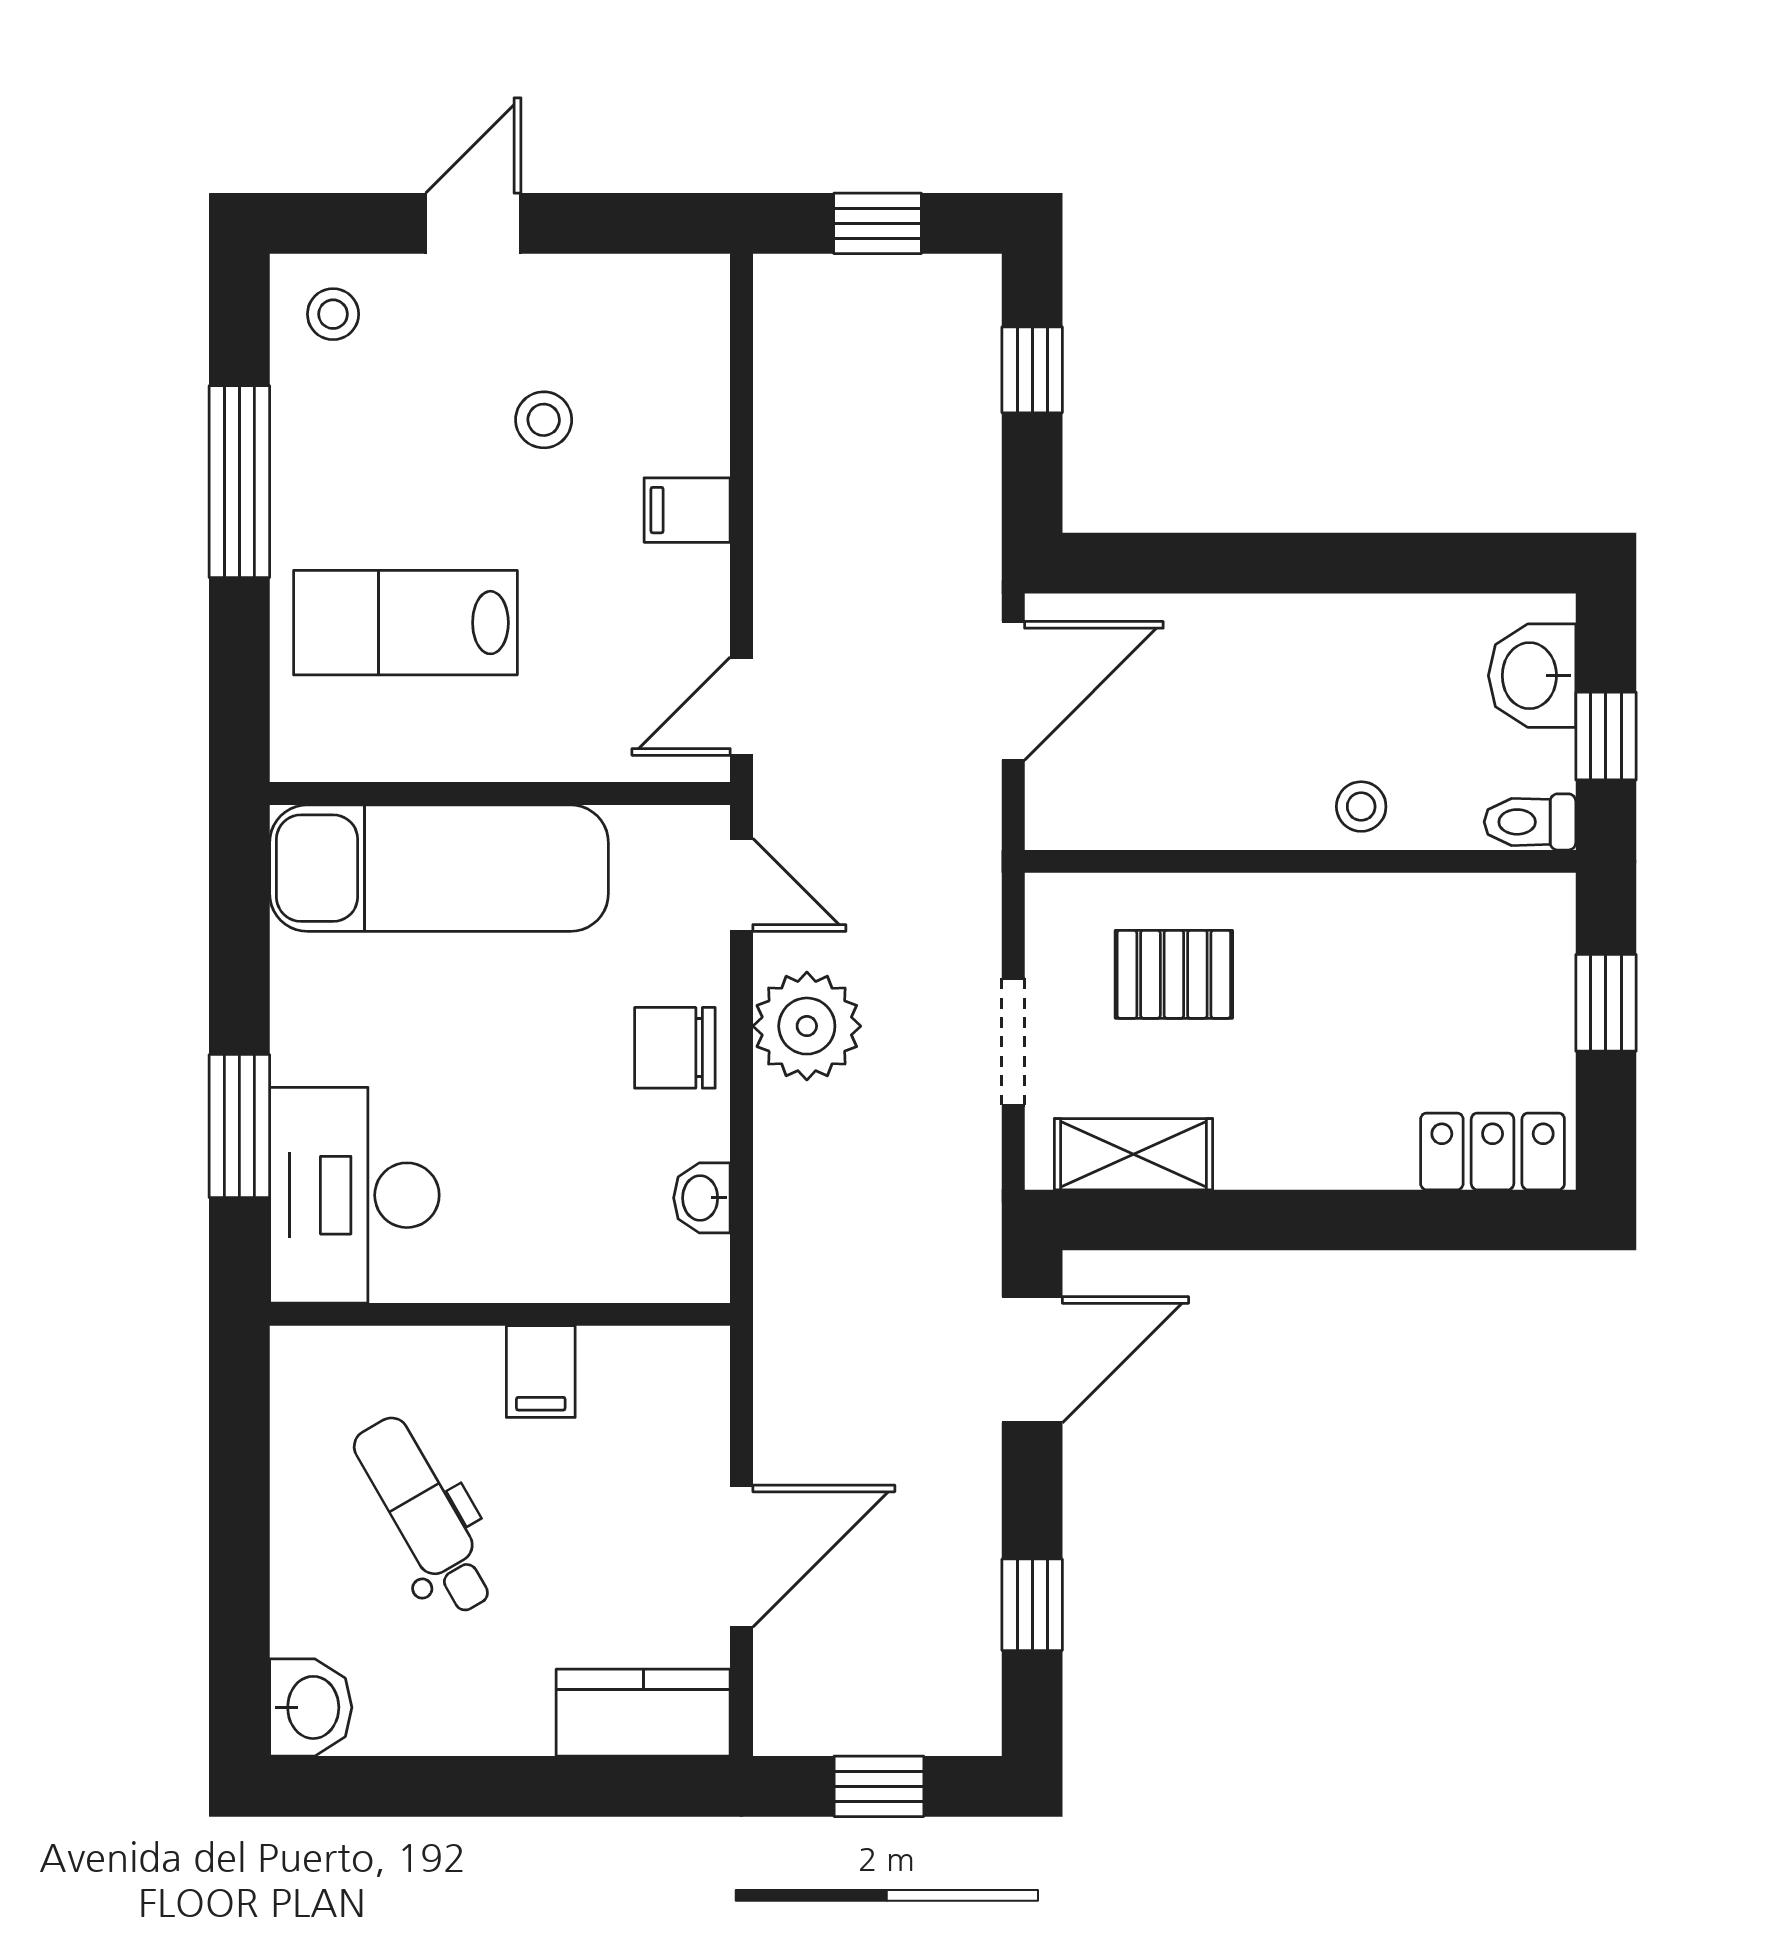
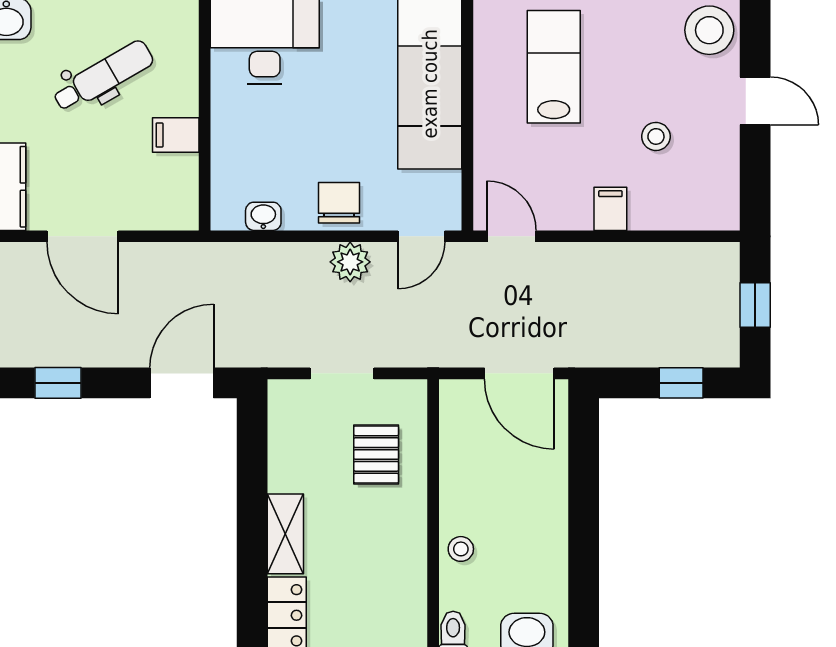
stool: (333, 314) -> (709, 30), width x1.89, depth x1.89
plant: (807, 1026) -> (350, 262), width x0.73, depth x0.73
shelving: (1134, 1154) -> (285, 534), moved
door: (1032, 1360) -> (182, 383), swing flipped

